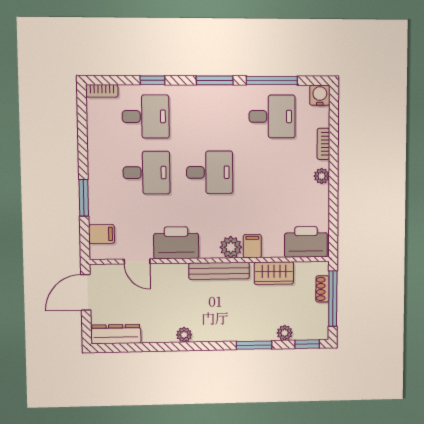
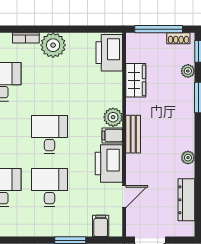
plant: (322, 176) -> (53, 45), width x1.88, depth x1.88
filing cabinet: (252, 246) -> (112, 136), moved
bench: (219, 271) -> (133, 134), width x0.73
shoe rack: (322, 289) -> (178, 38), moved
dresser: (116, 334) -> (186, 200), moved

